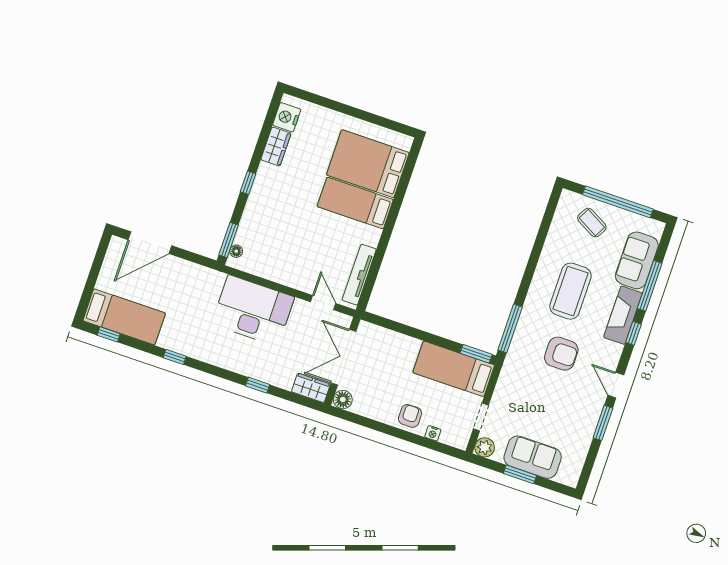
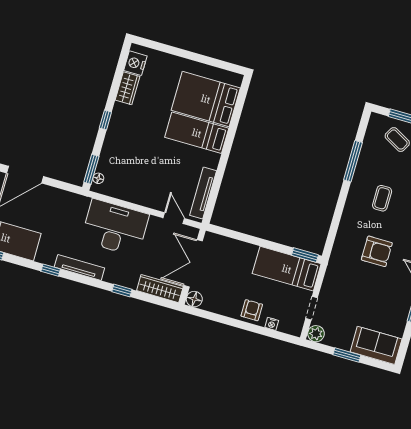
coffee table: (571, 291) -> (382, 198), width x0.54, depth x0.58
window: (510, 328) -> (353, 161), moved
tv unit: (209, 355) -> (79, 267), added
wardrobe: (311, 388) -> (160, 289), width x1.50
sofa: (533, 457) -> (376, 345), moved

